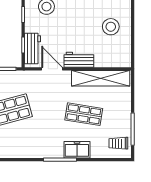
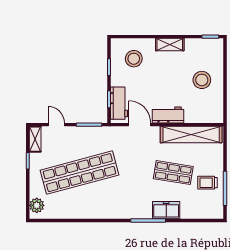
trolley: (118, 143) -> (207, 183), moved

